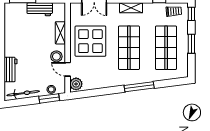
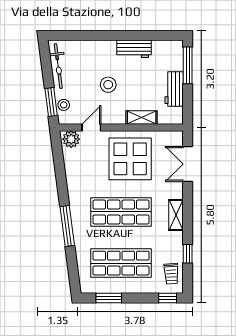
window: (191, 44) -> (109, 298), moved
stool: (56, 56) -> (108, 85), moved
workbench: (11, 69) -> (134, 49), moved

